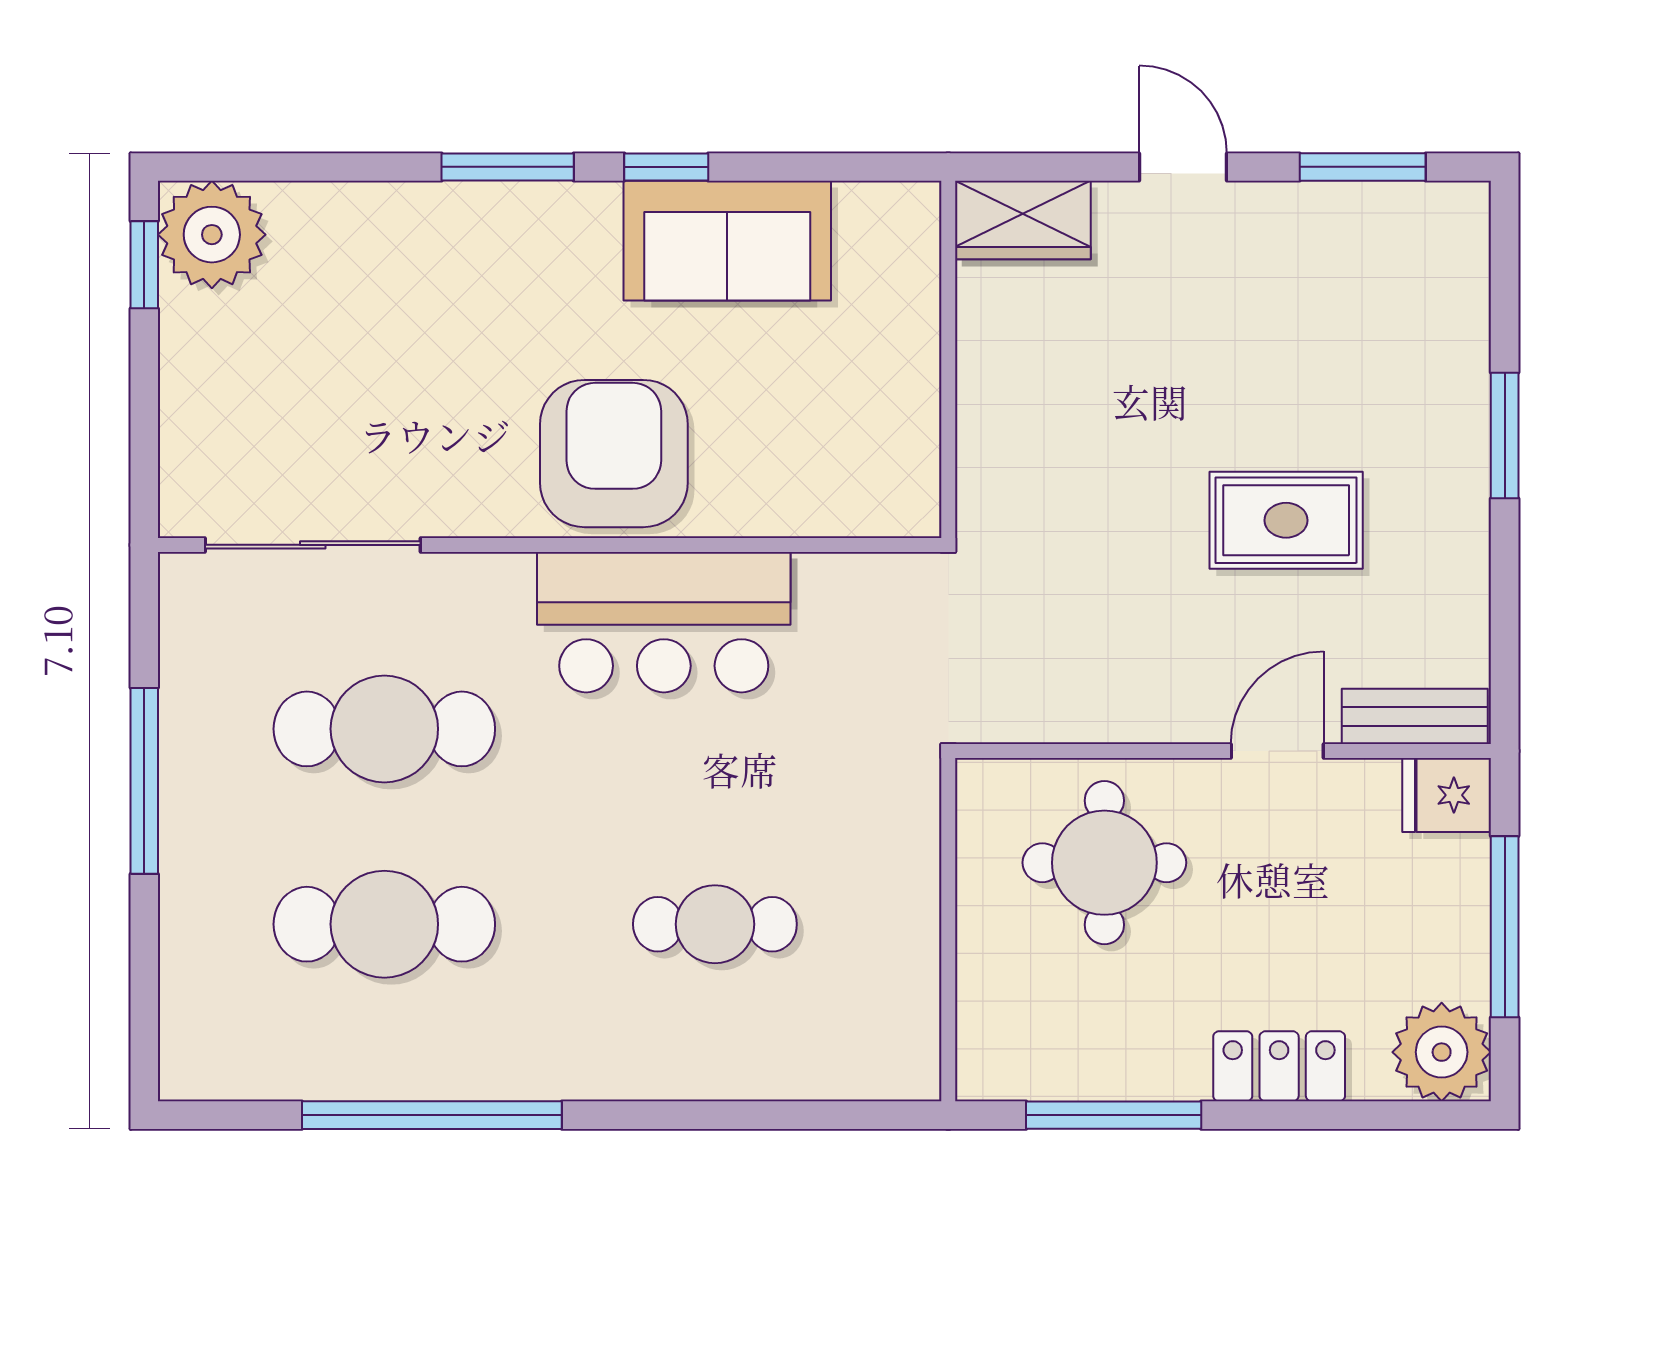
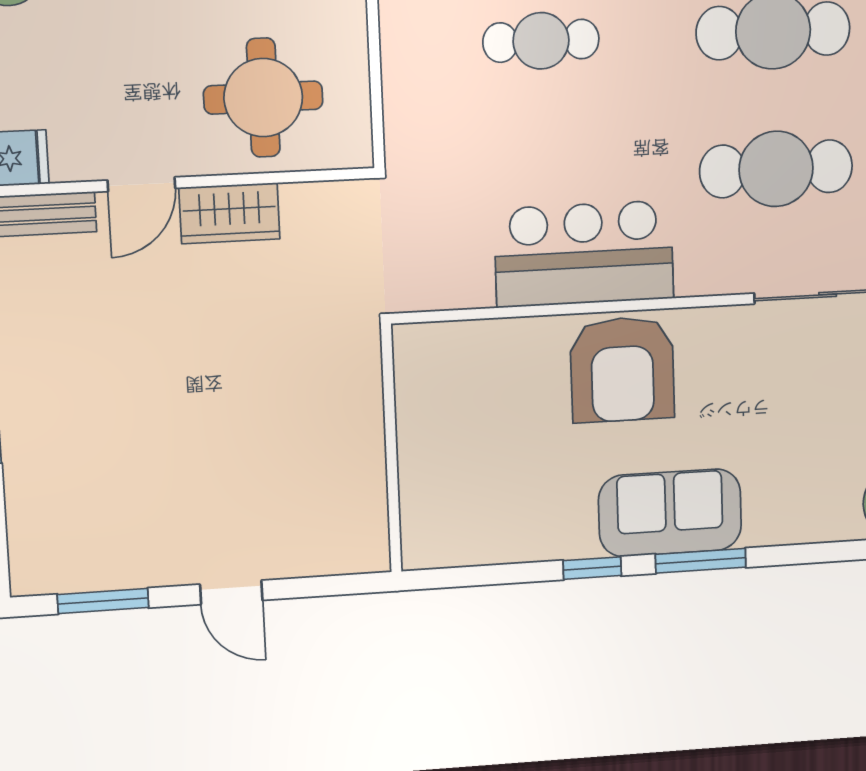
wardrobe: (1023, 220) -> (229, 213), moved, turned 180
sofa: (727, 241) -> (670, 513), moved
rug: (1286, 520) -> (144, 350), removed

